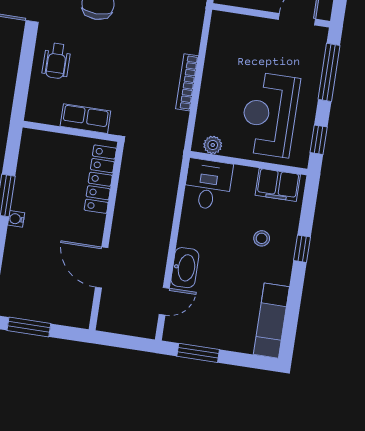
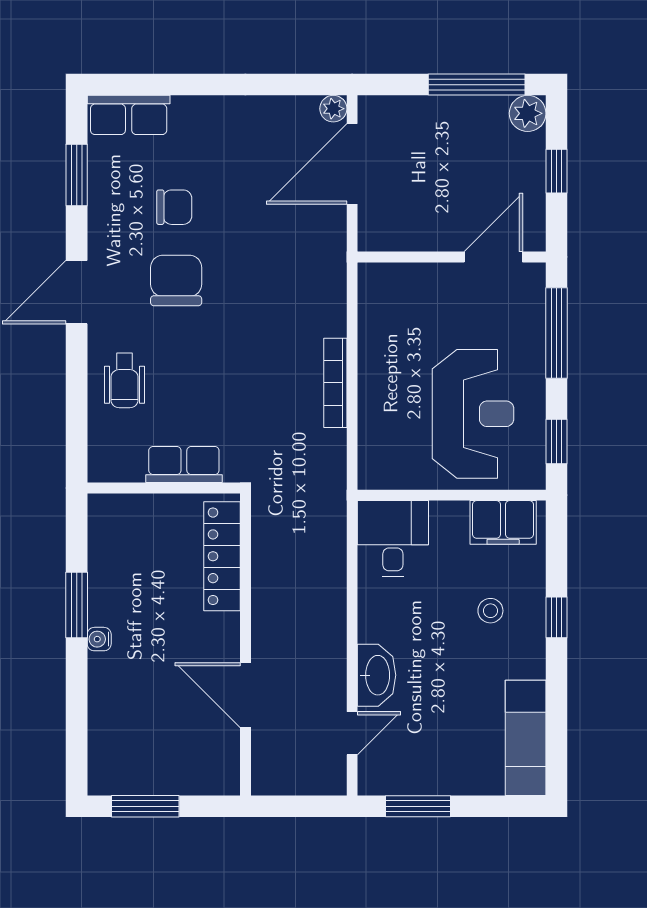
reception desk: (270, 115) -> (473, 414), turned 180
plant: (213, 145) -> (391, 475), removed

